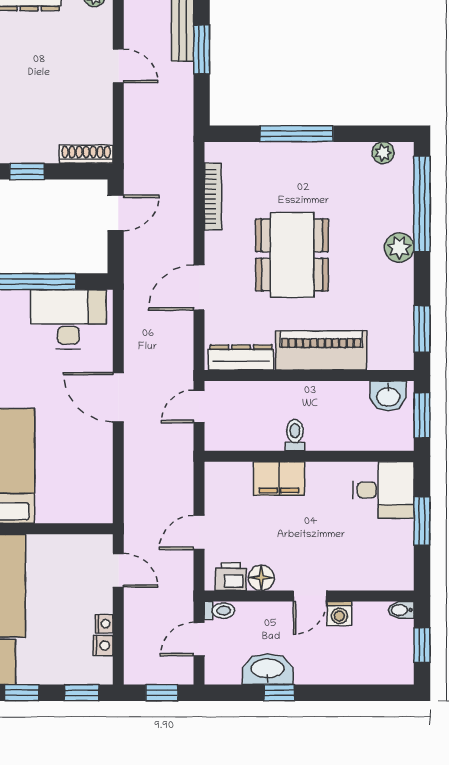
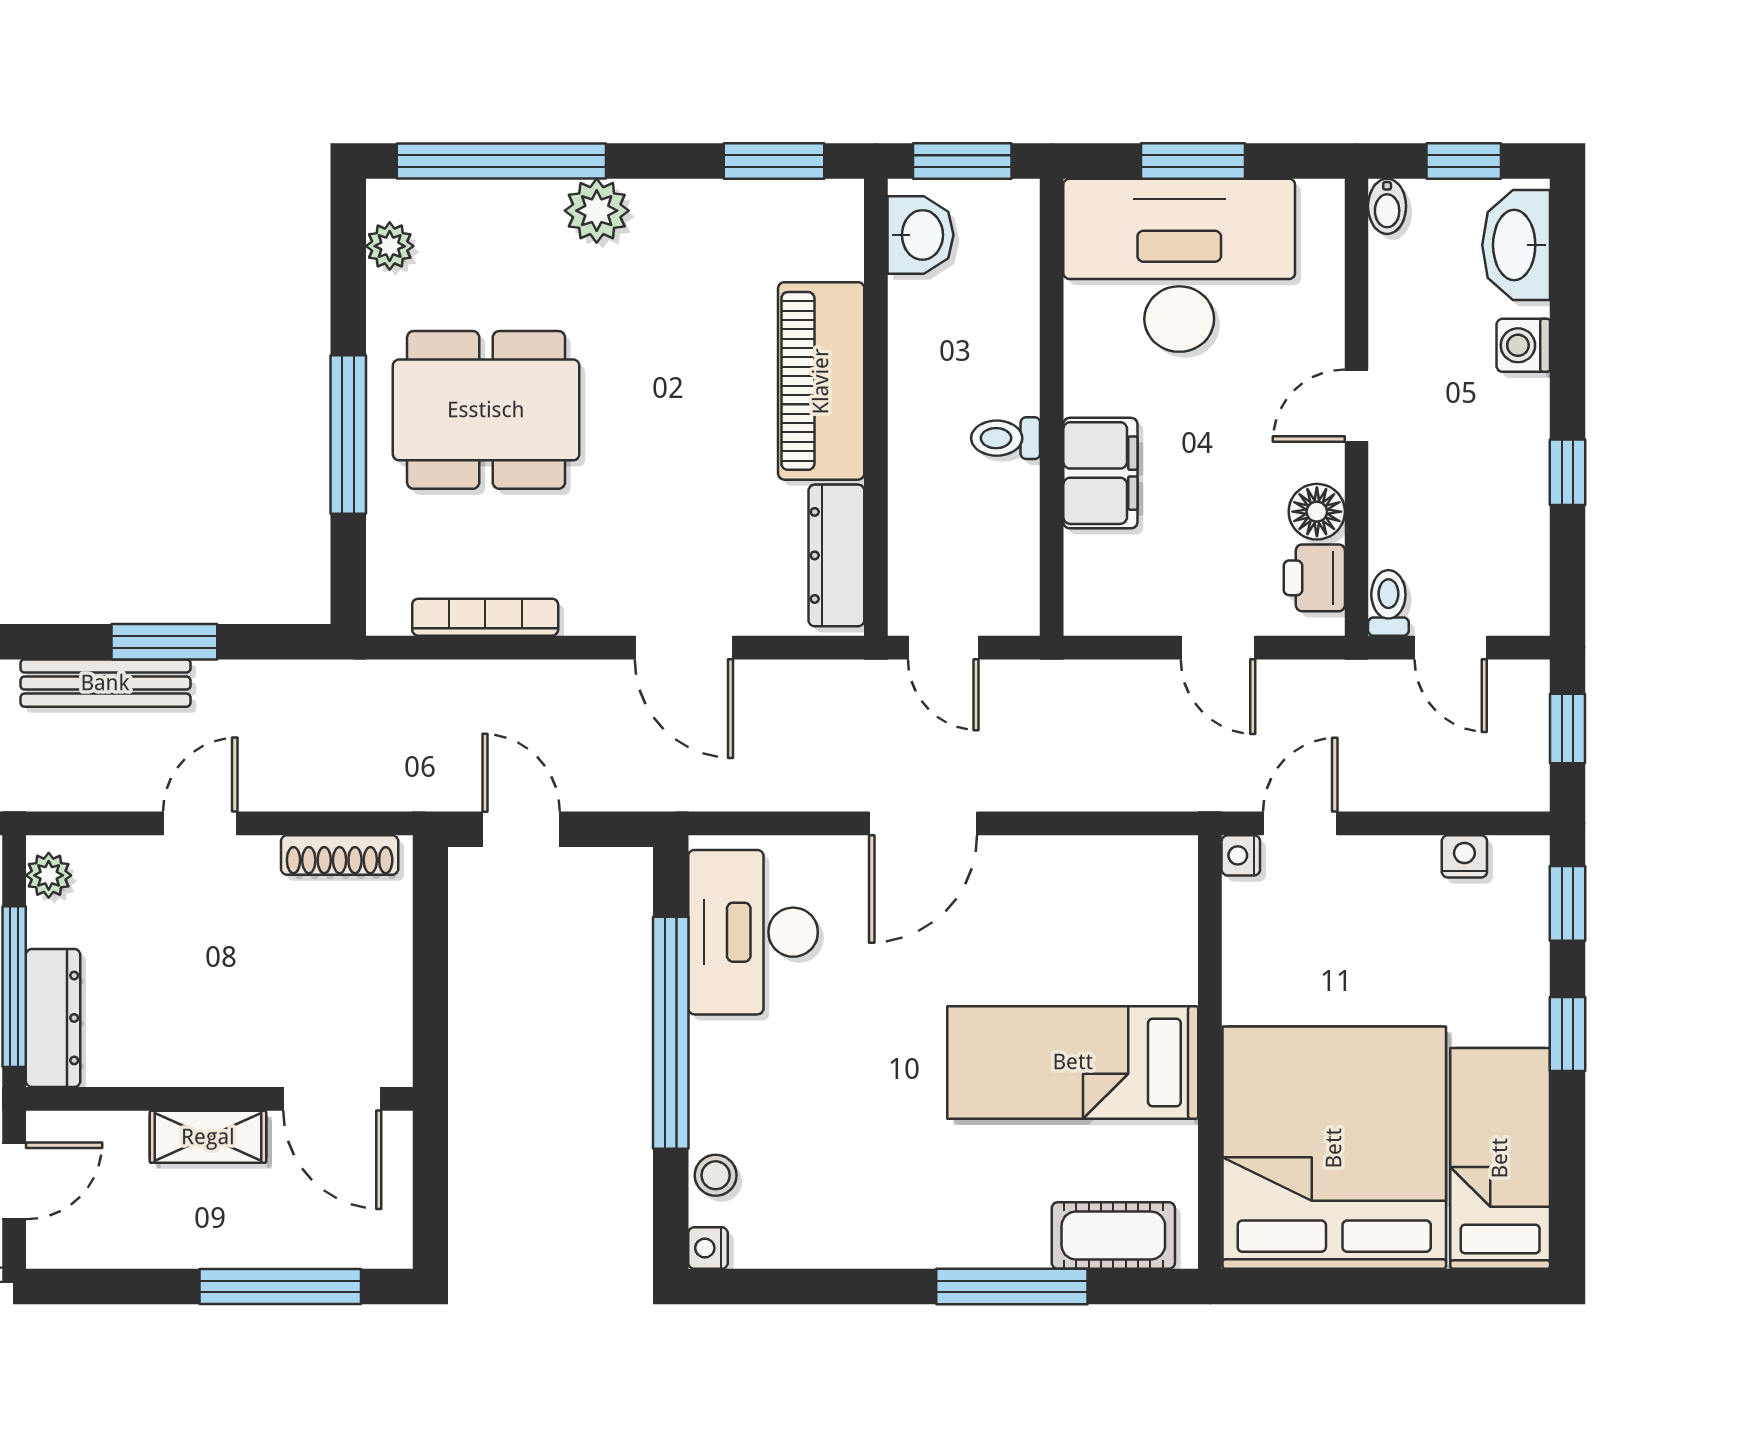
shoe rack: (86, 154) -> (340, 855), moved, turned -90
window: (27, 171) -> (430, 1022), removed
dining table: (292, 255) -> (486, 410), moved
desk: (383, 490) -> (1179, 265), width x1.87, depth x1.30
door: (310, 596) -> (1357, 406), swing flipped
washing machine: (339, 614) -> (1523, 345), moved, turned 180
nightstand: (104, 624) -> (1241, 855), moved, turned -90
washbasin: (268, 669) -> (1516, 245), moved

